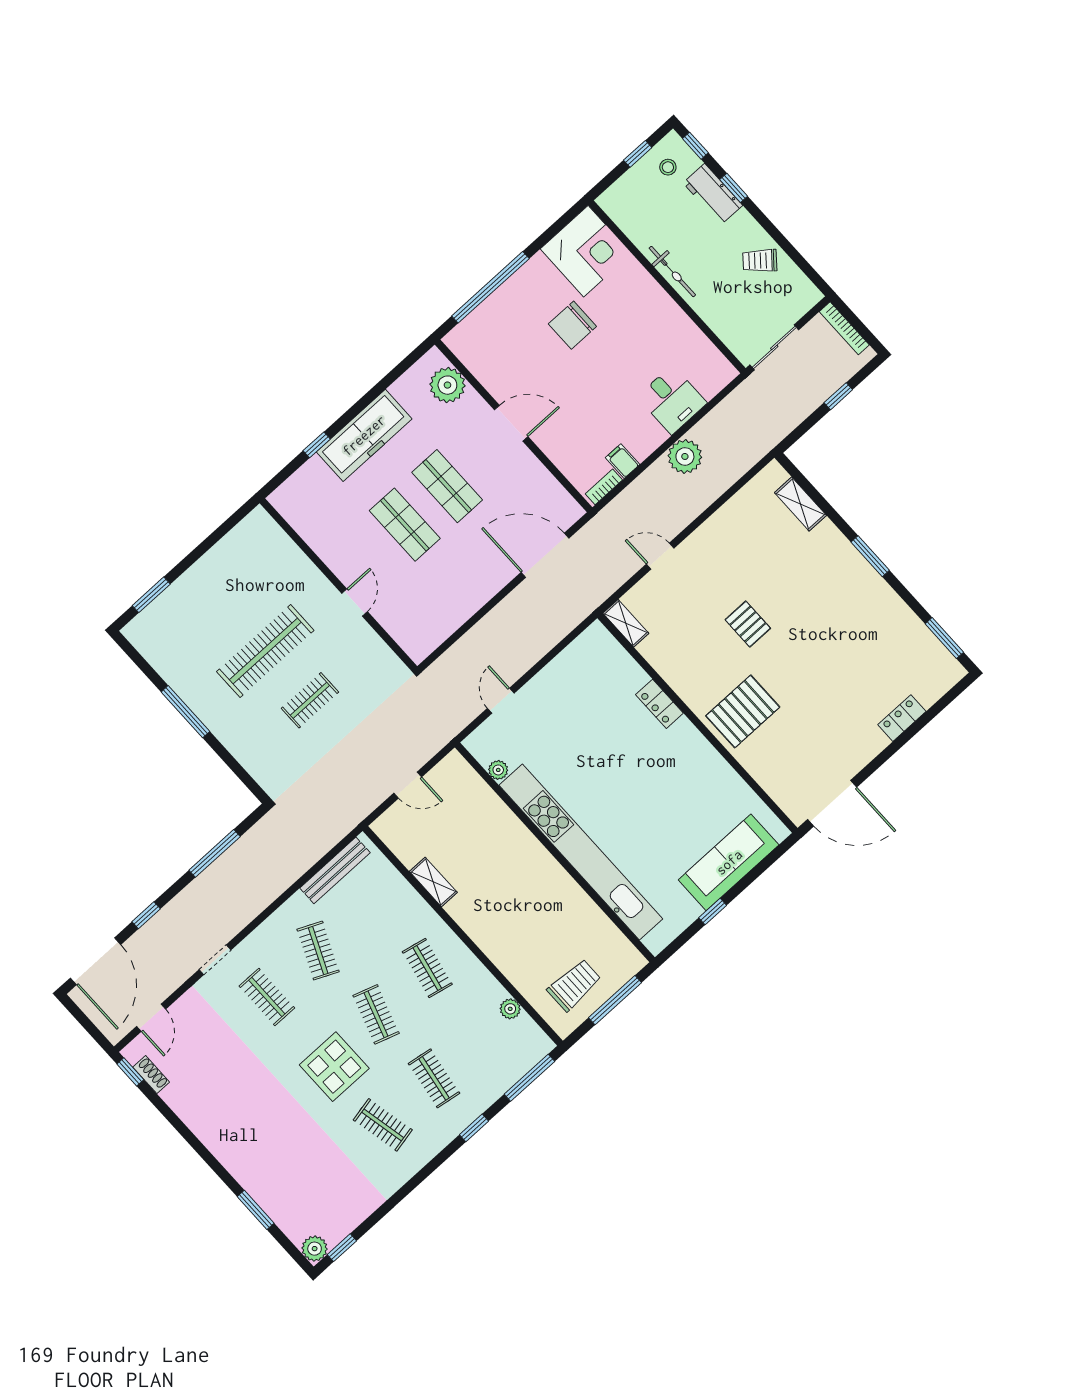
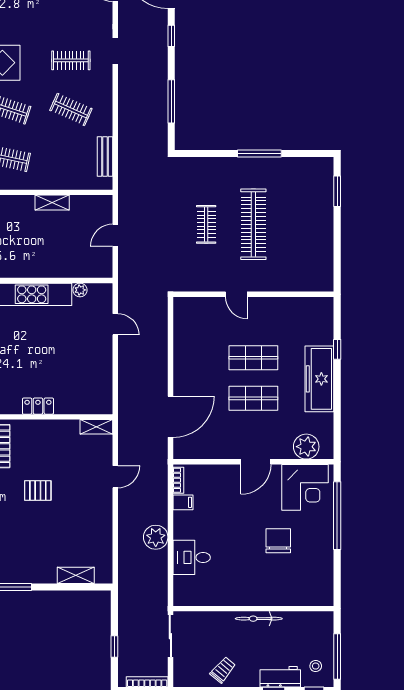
window: (638, 154) -> (337, 657), width x2.17
corner desk: (586, 251) -> (305, 487), moved, turned -90
bench: (335, 870) -> (105, 157), width x0.73

